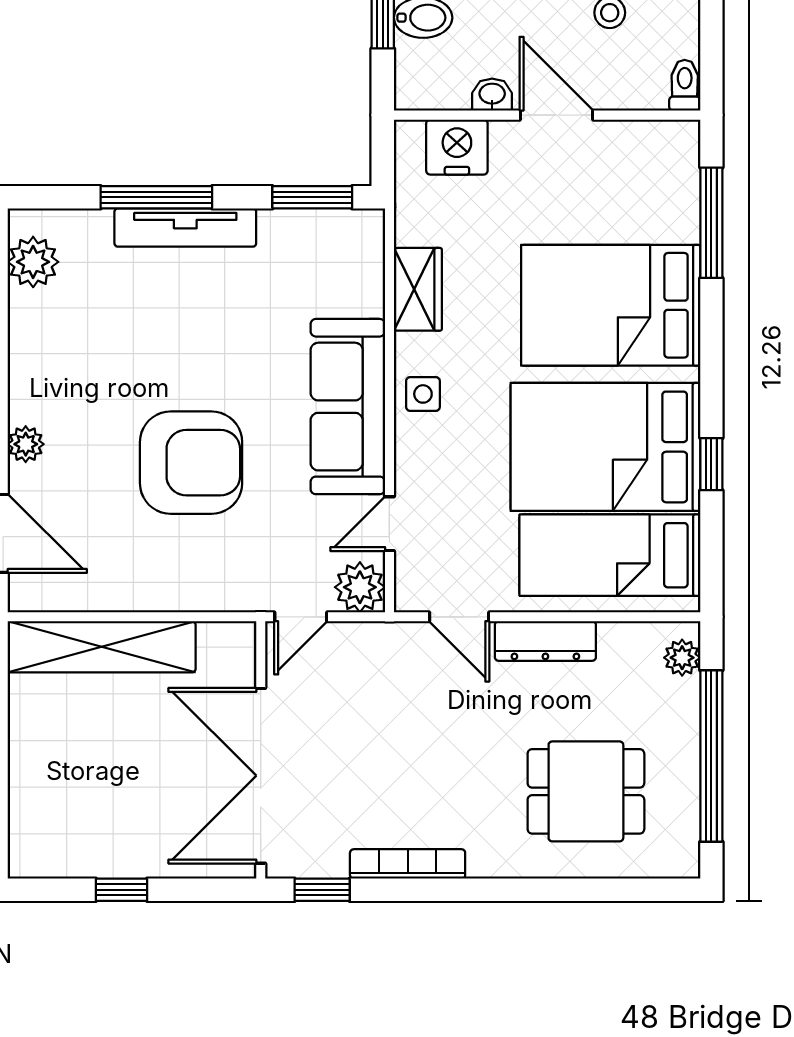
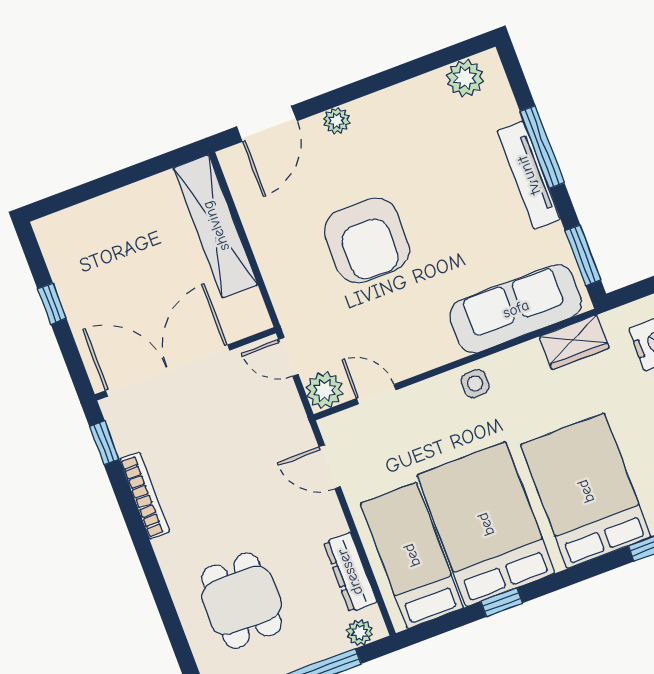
wardrobe: (418, 289) -> (574, 342), moved
sofa: (348, 407) -> (516, 309), moved
door: (459, 617) -> (330, 467), hinge flipped
dresser: (545, 641) -> (350, 572), moved

